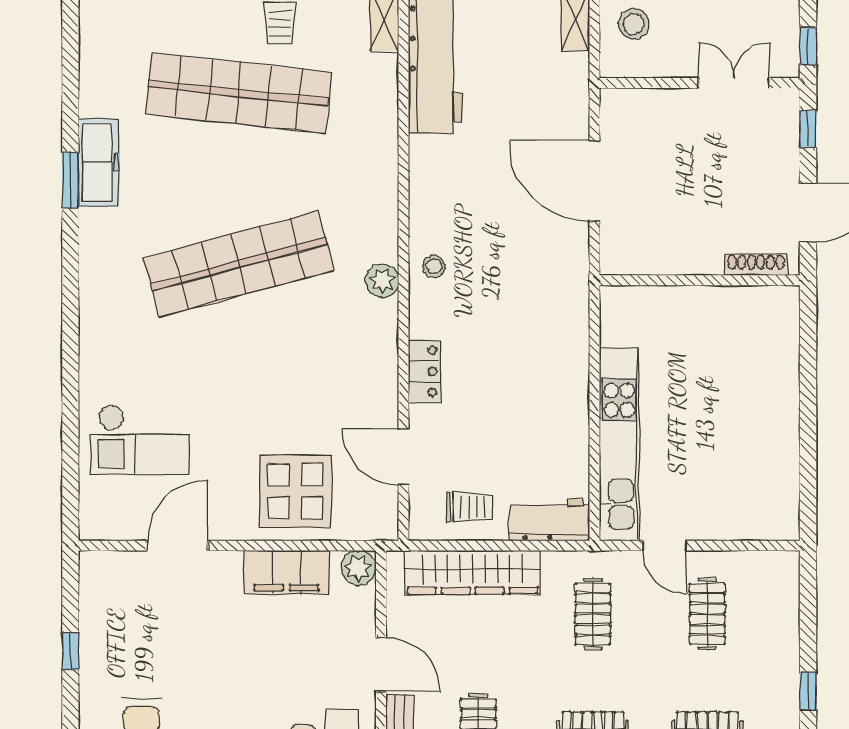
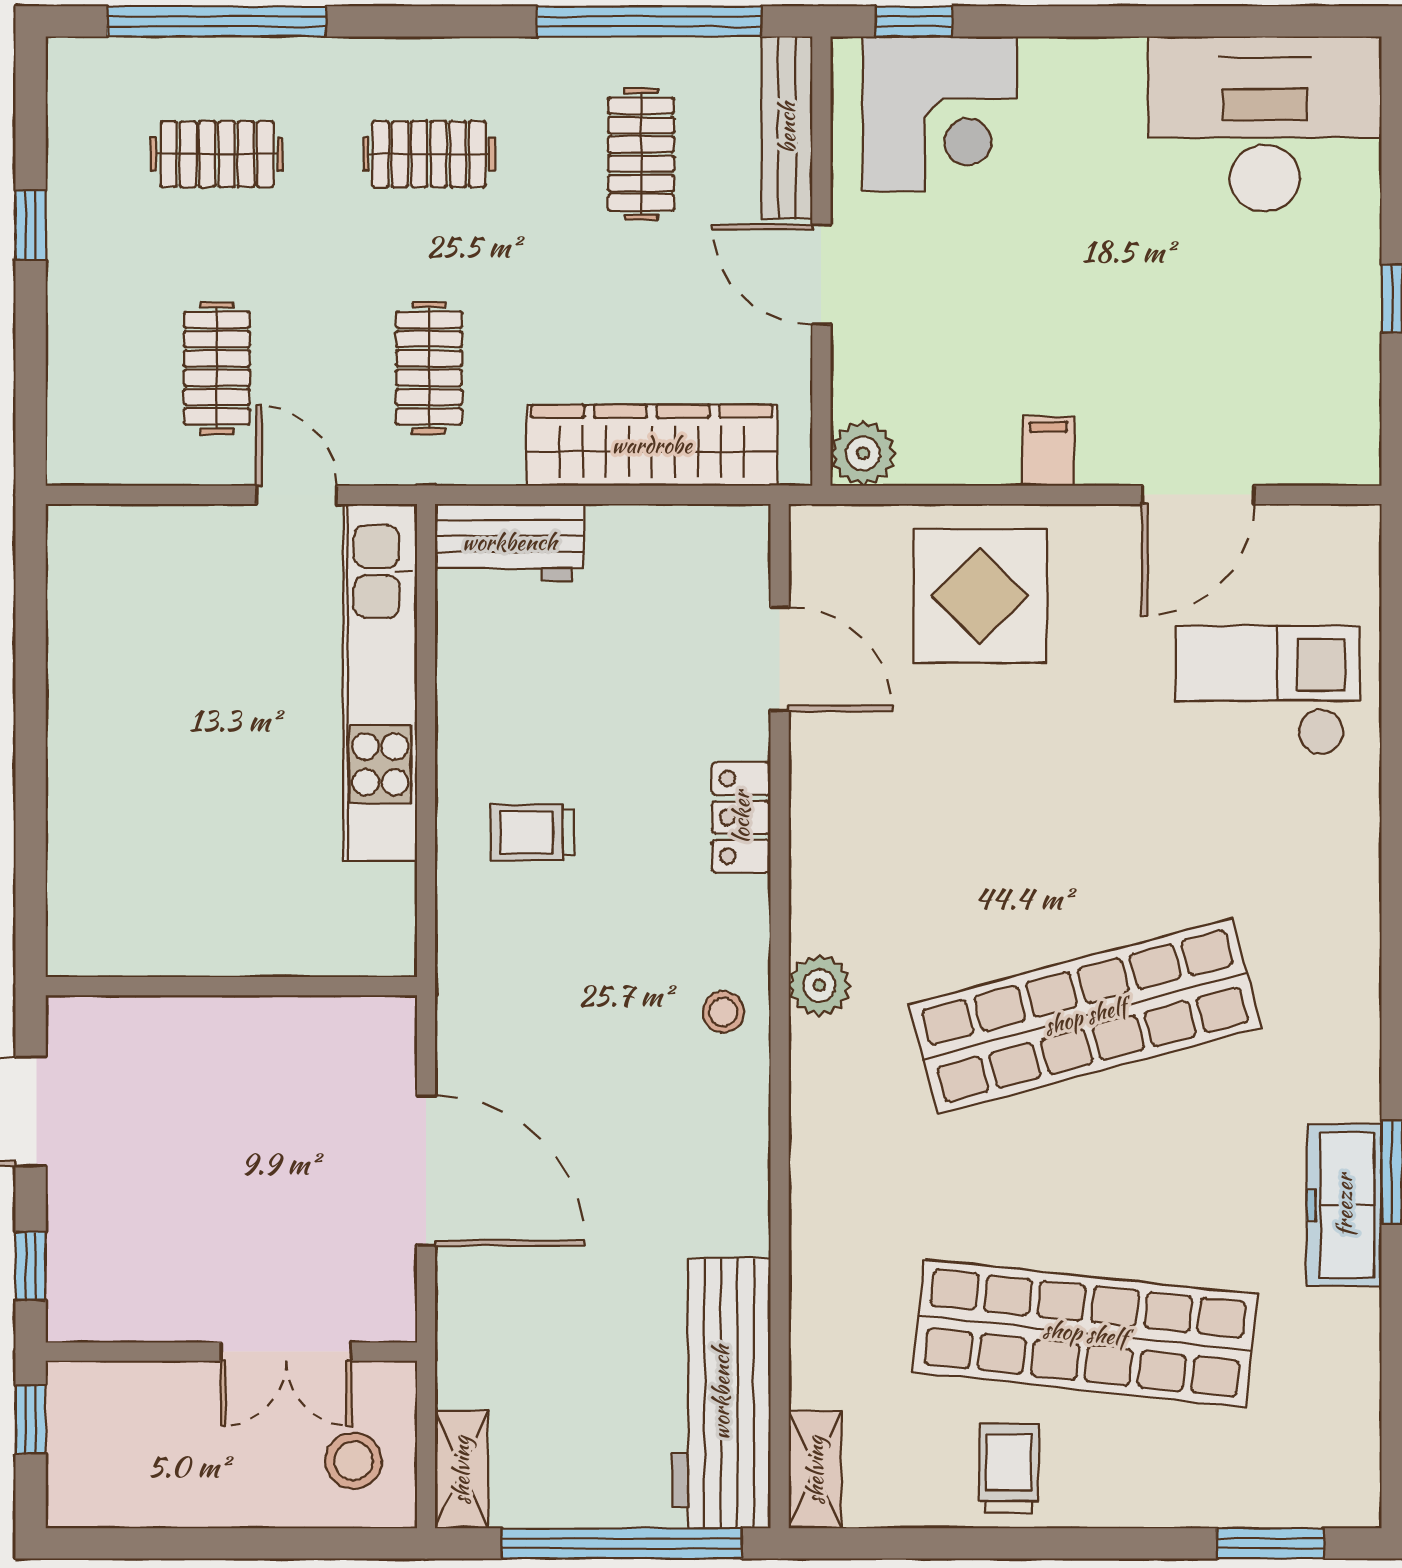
double door: (734, 83) -> (286, 1352), moved
shoe rack: (756, 265) -> (127, 1015), removed
trolley: (470, 507) -> (533, 833), moved
filing cabinet: (287, 572) -> (1048, 451), width x0.33, depth x0.86

